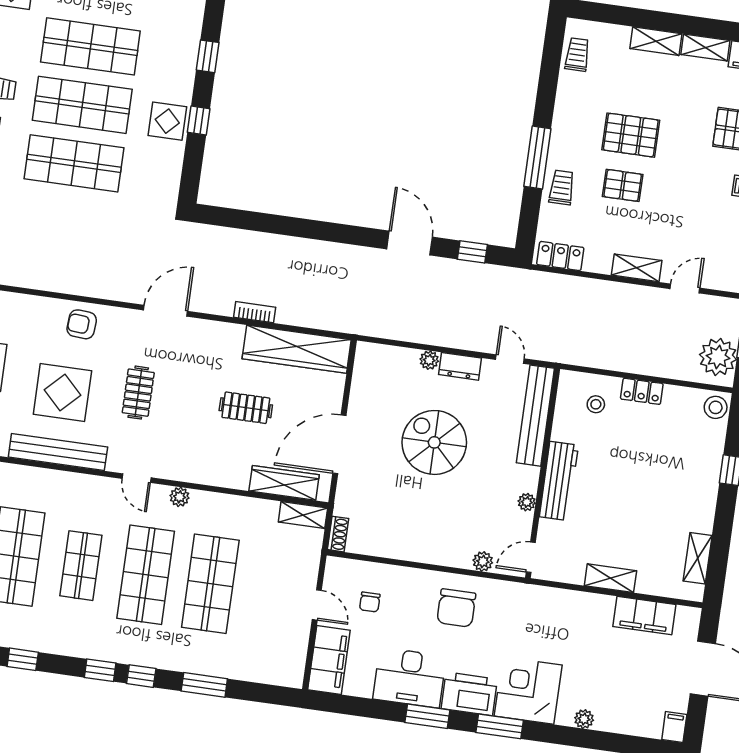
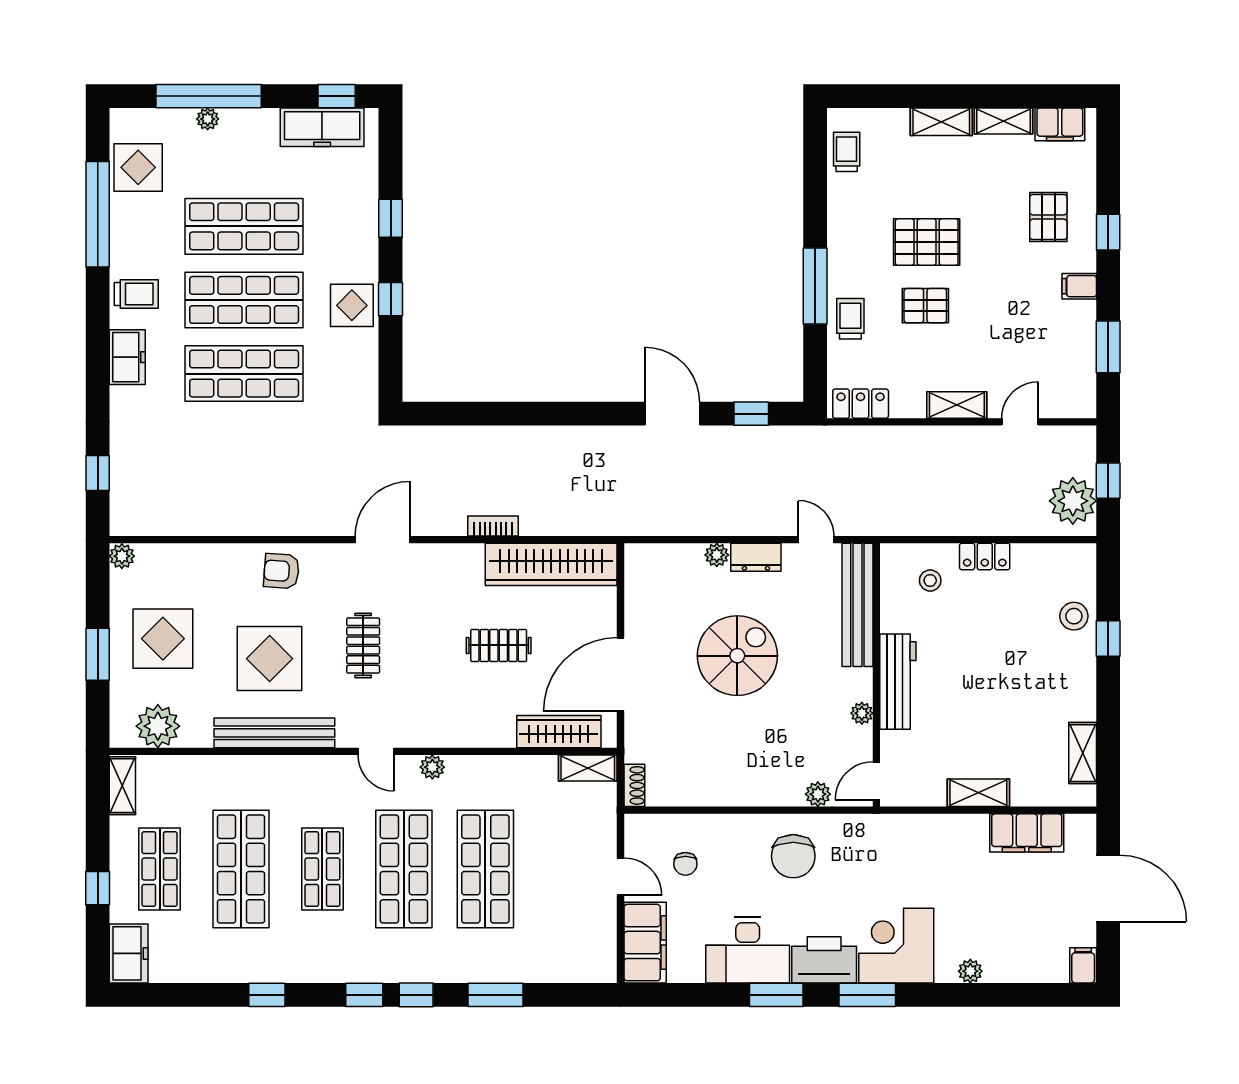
stool: (716, 407) -> (1074, 616), moved
spiral stairs: (434, 442) -> (737, 656), turned 90

